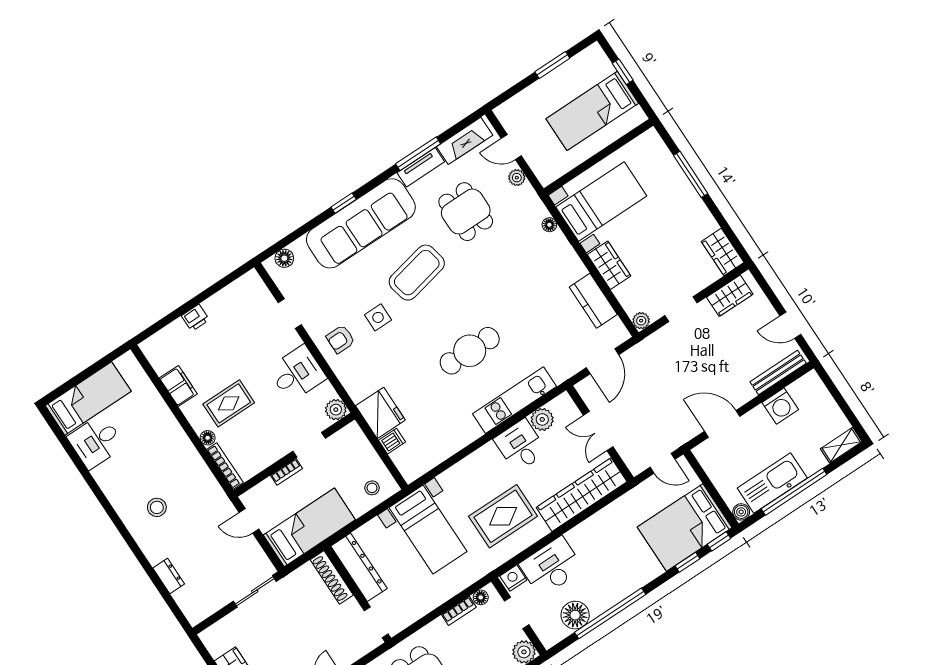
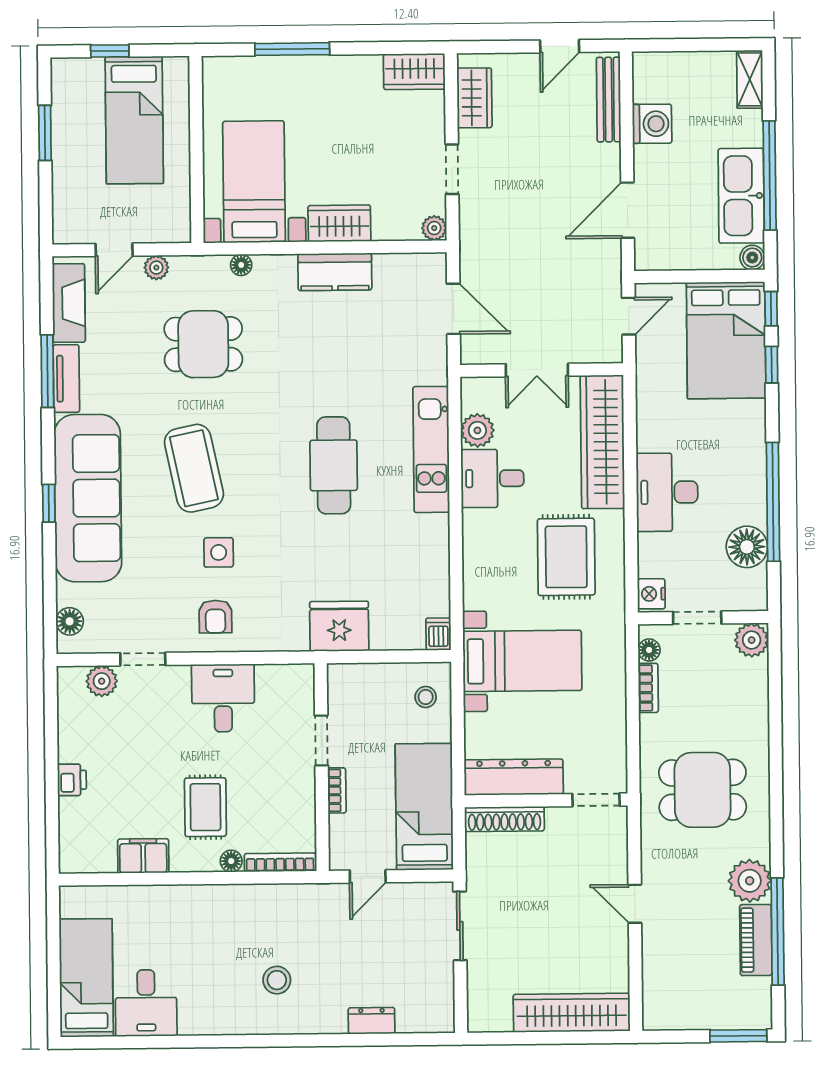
dining table: (466, 212) -> (203, 344), moved
kitchen counter: (593, 301) -> (335, 272), moved
plant: (336, 410) -> (102, 681), moved
dishwasher: (392, 441) -> (438, 634), moved
desk: (551, 567) -> (667, 492), moved

